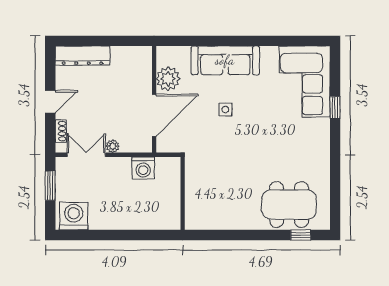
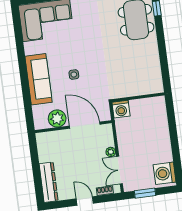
washing machine: (143, 168) -> (121, 109), moved, turned 90

